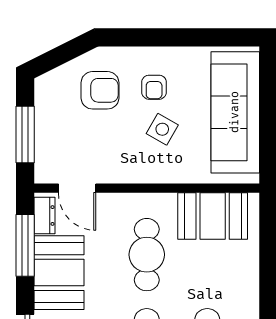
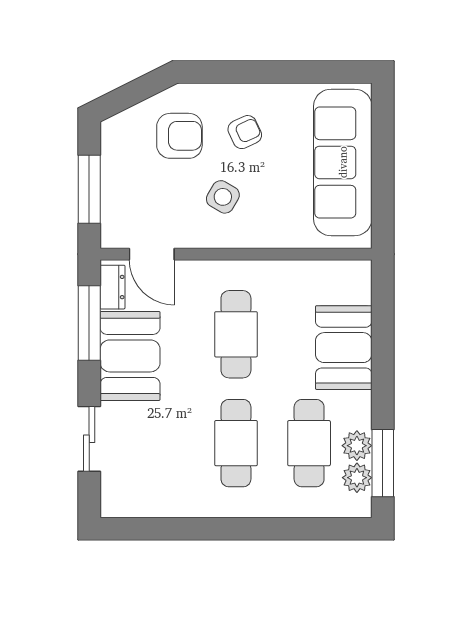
armchair: (154, 87) -> (245, 132), turned -115
side table: (162, 129) -> (223, 197), moved
booth: (213, 216) -> (344, 348), moved, turned 90

